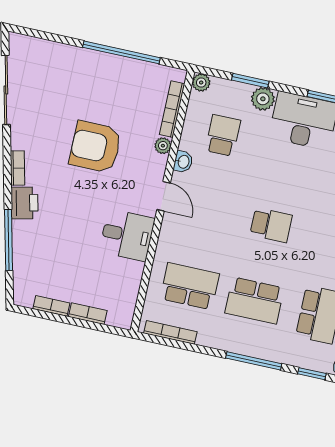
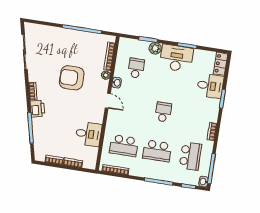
plant: (201, 83) -> (123, 42), removed
school desk: (271, 225) -> (163, 112), turned -90
desk: (127, 235) -> (88, 134), moved
school desk: (190, 286) -> (124, 146), turned 180

